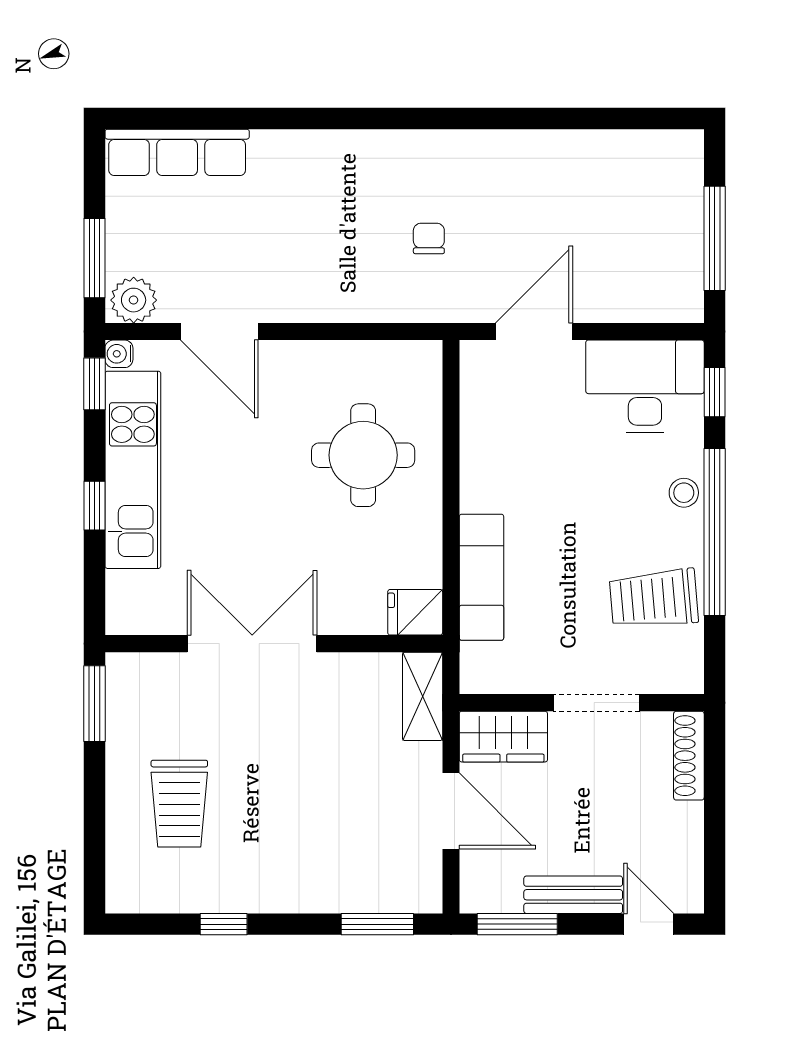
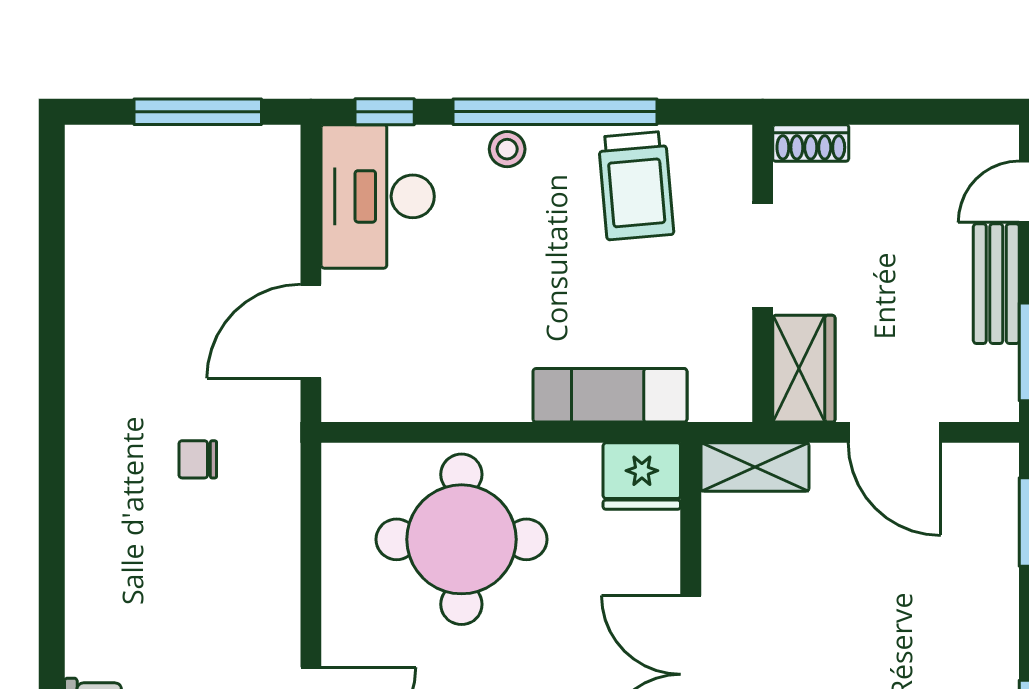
door: (534, 331) -> (311, 331), hinge flipped
round table: (363, 455) -> (461, 539), width x1.36, depth x1.36
fridge: (415, 612) -> (642, 476), width x1.38
shoe rack: (689, 756) -> (811, 143), width x0.70
door: (451, 811) -> (894, 432), swing flipped

